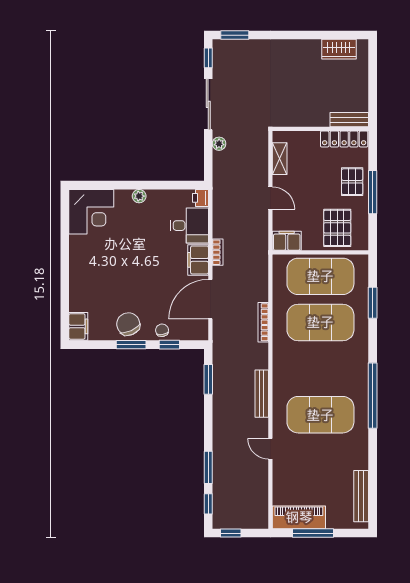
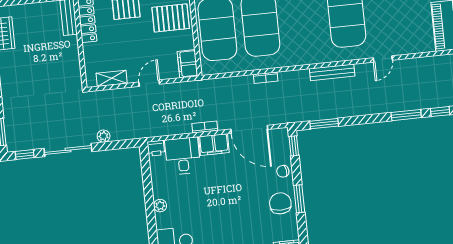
bookcase: (263, 322) -> (266, 78), width x0.64
chair: (128, 324) -> (280, 203), turned 114
window: (169, 345) -> (294, 146), moved

